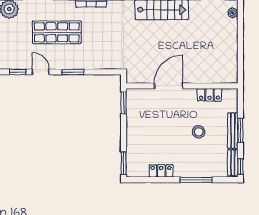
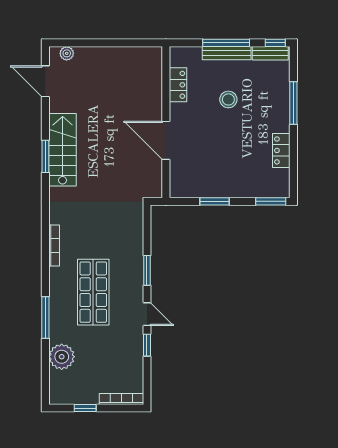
door: (41, 72) -> (147, 314), swing flipped
window: (124, 103) -> (214, 201), moved
window: (240, 130) -> (226, 43), width x1.44

